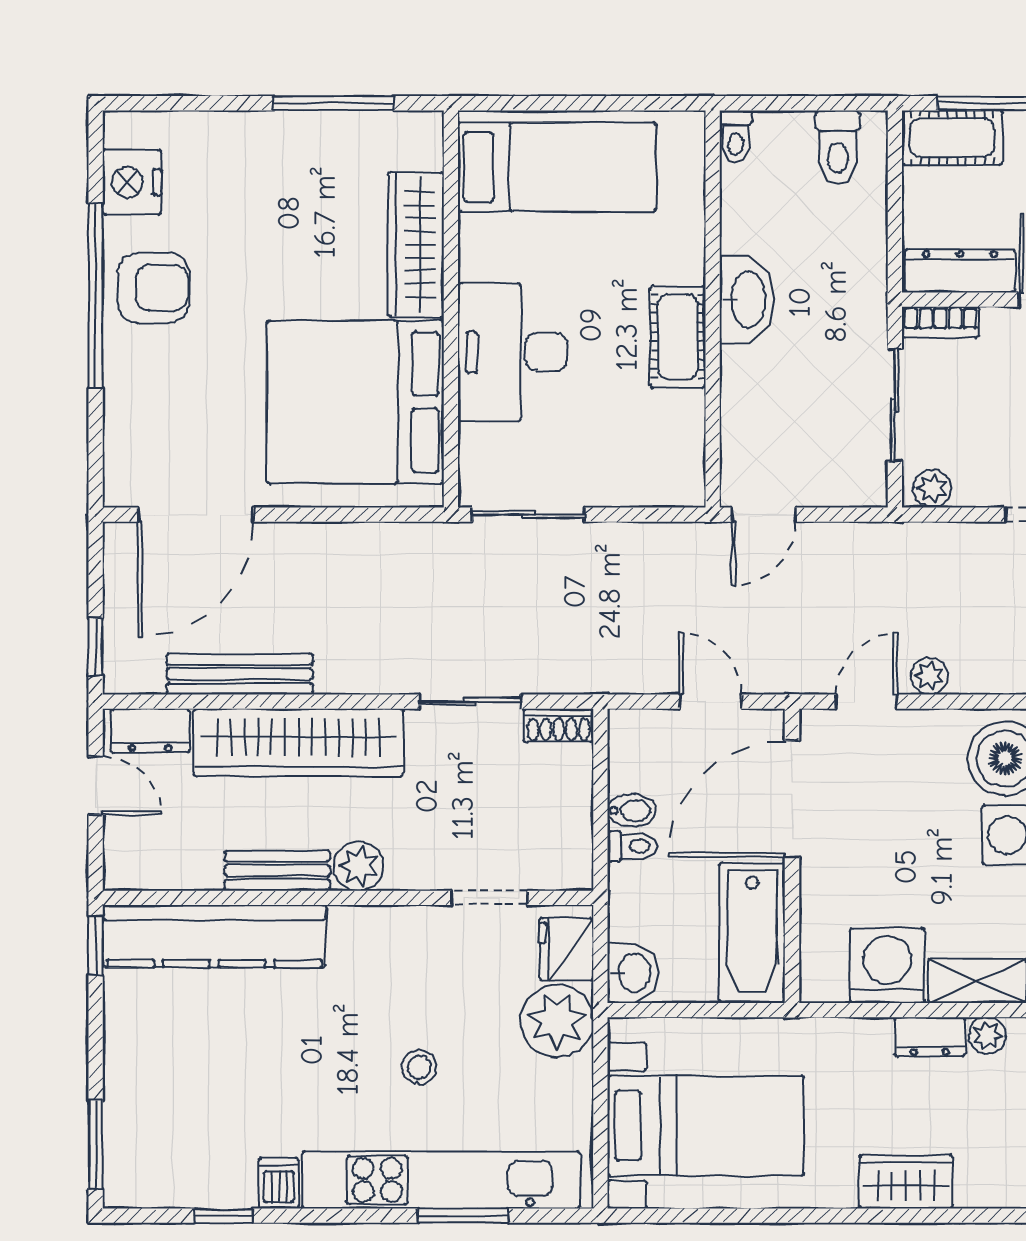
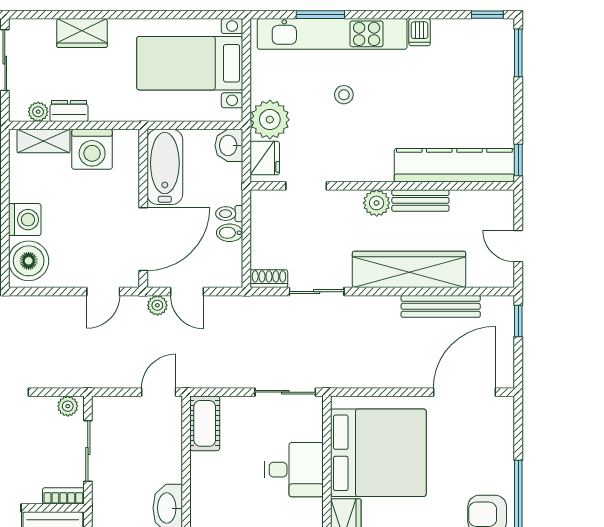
cot: (678, 337) -> (205, 423), moved
desk: (512, 352) -> (294, 470), width x0.73
plant: (929, 676) -> (157, 305), moved
dresser: (150, 731) -> (489, 276), removed
window: (224, 1216) -> (487, 15), moved

